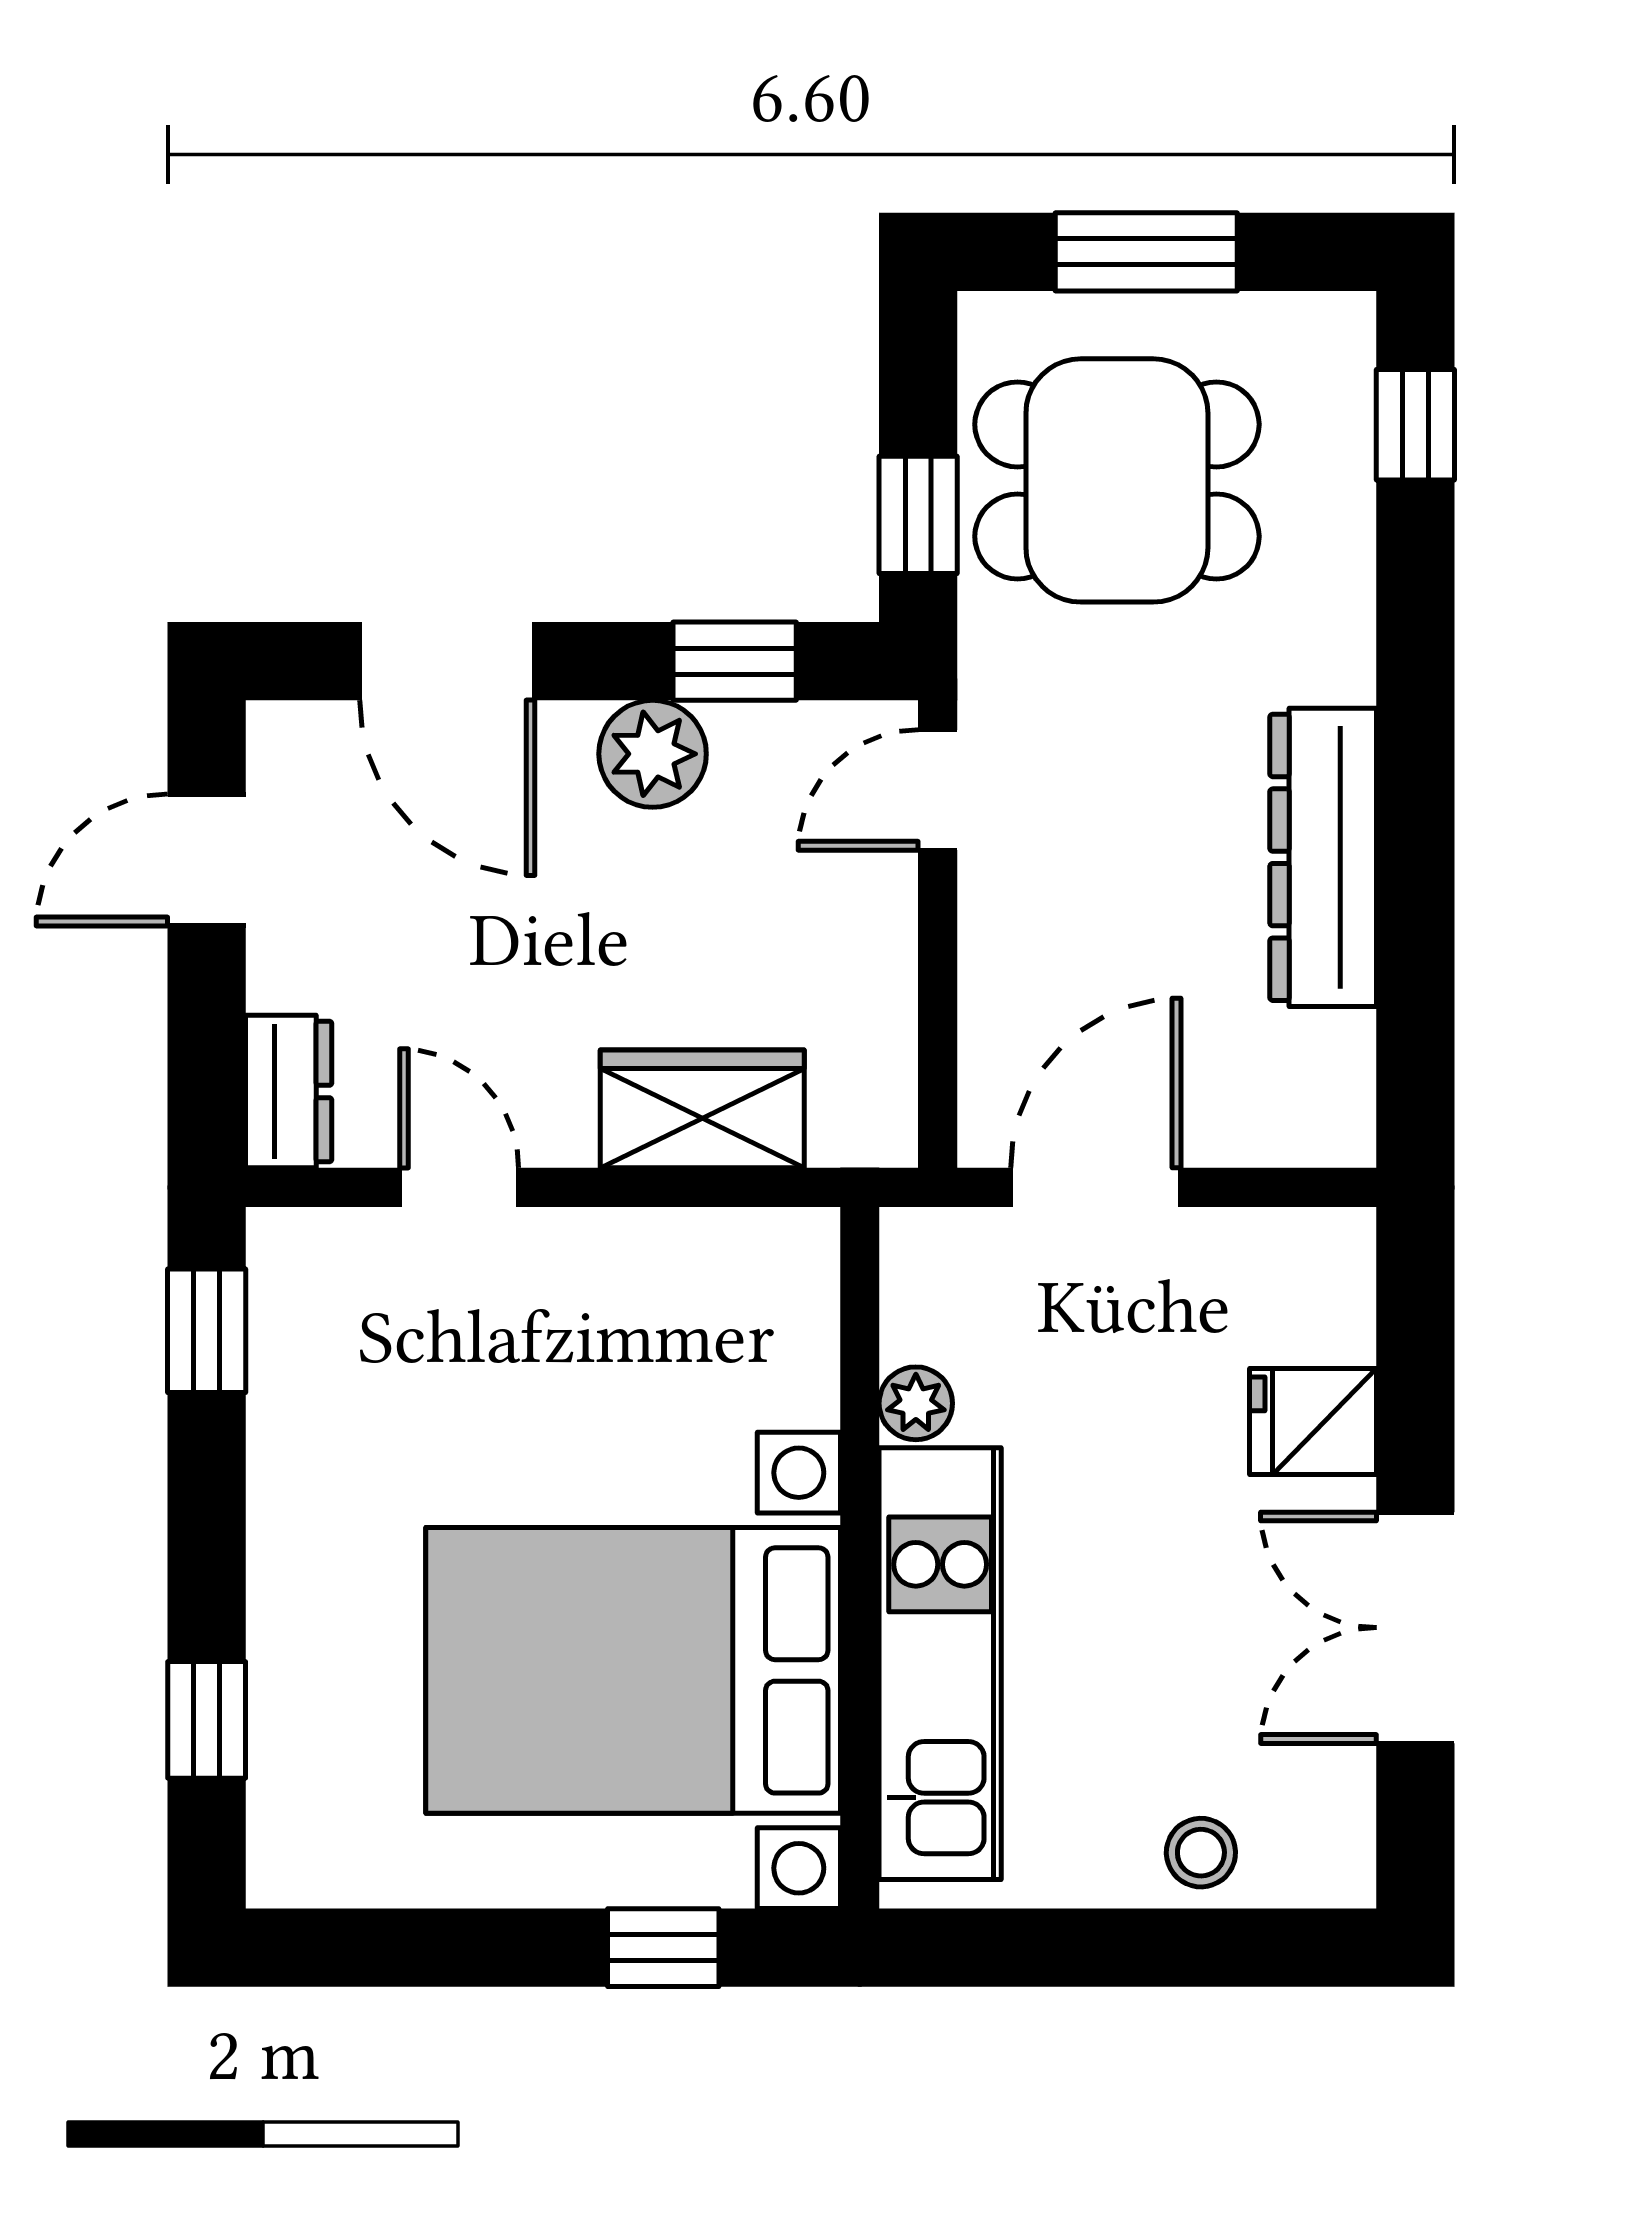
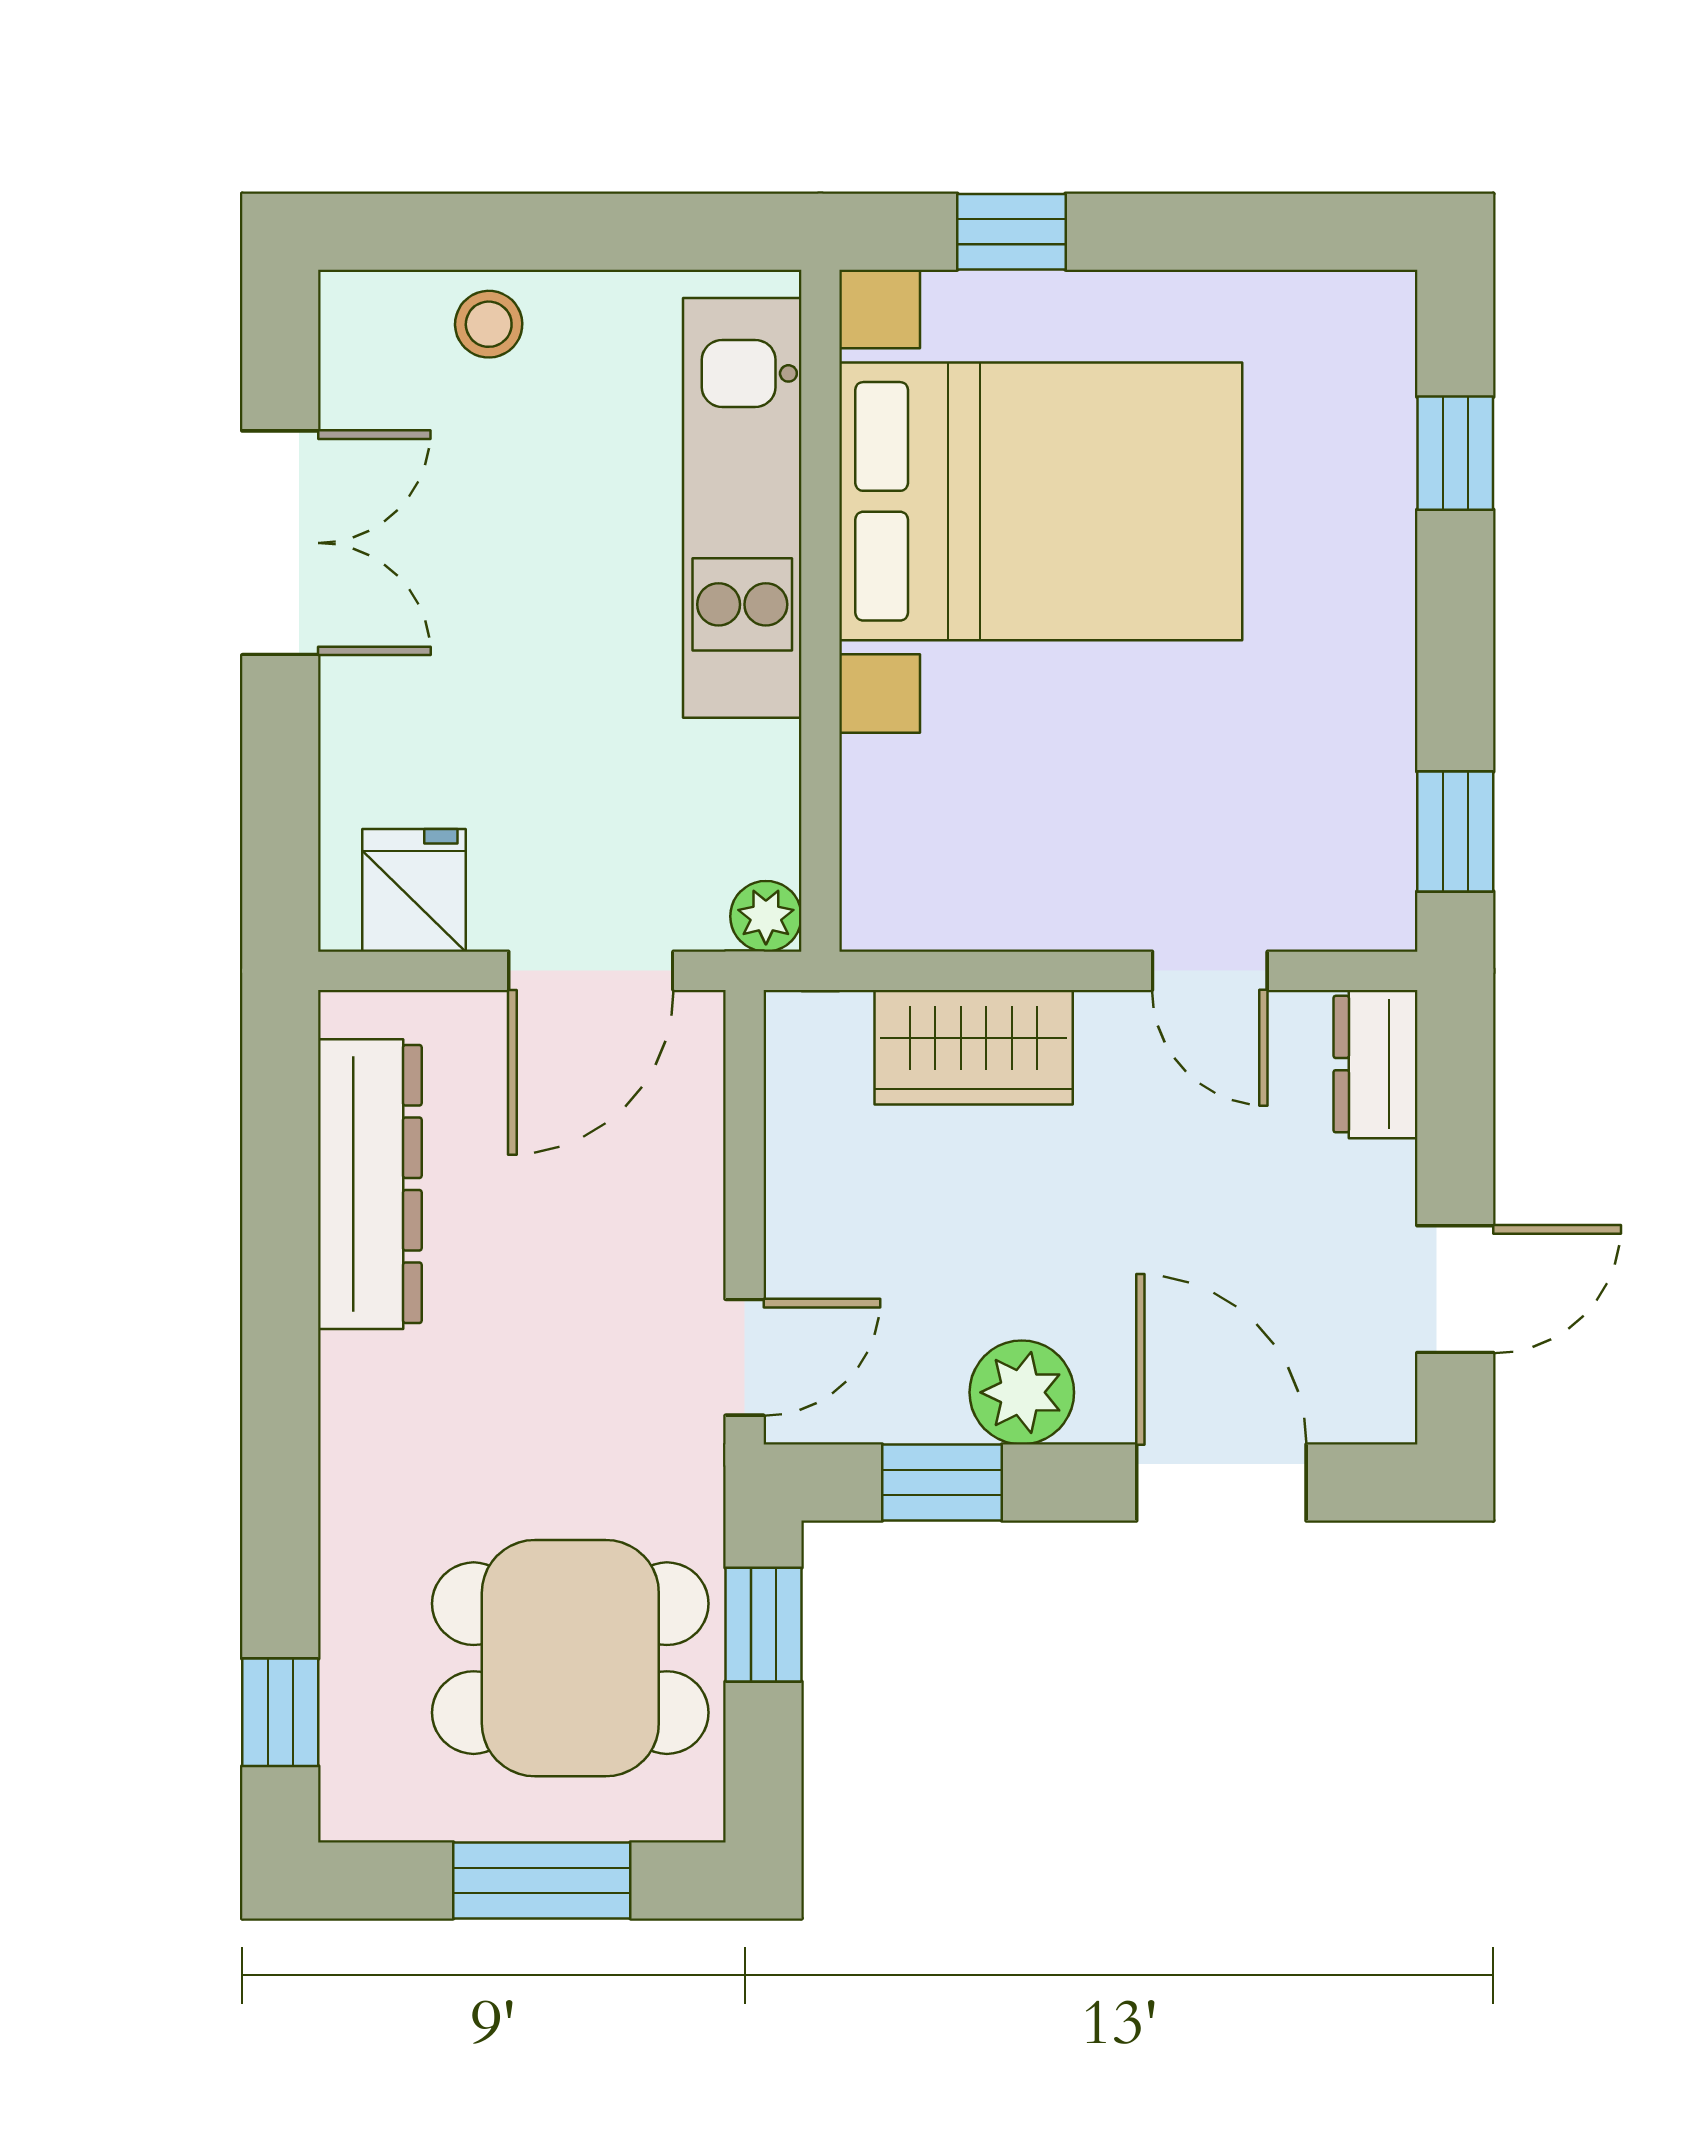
dresser: (1323, 857) -> (370, 1184), moved
plant: (916, 1403) -> (766, 916), moved
fridge: (1313, 1422) -> (414, 890), moved, turned -90

